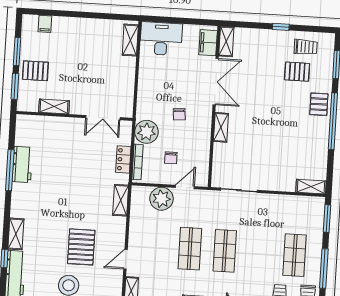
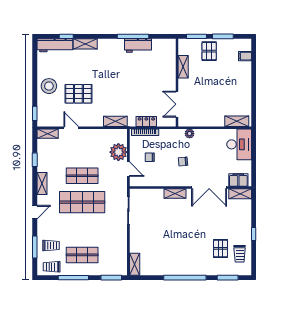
pallet: (319, 104) -> (197, 266), removed
plant: (146, 132) -> (190, 134), moved, width x0.53, depth x0.53
shop shelf: (225, 251) -> (82, 202), width x1.43, depth x1.36

